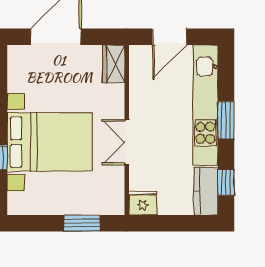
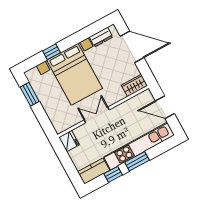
dresser: (17, 74) -> (101, 37), added
window: (226, 182) -> (113, 174), moved
window: (82, 223) -> (30, 94), moved

